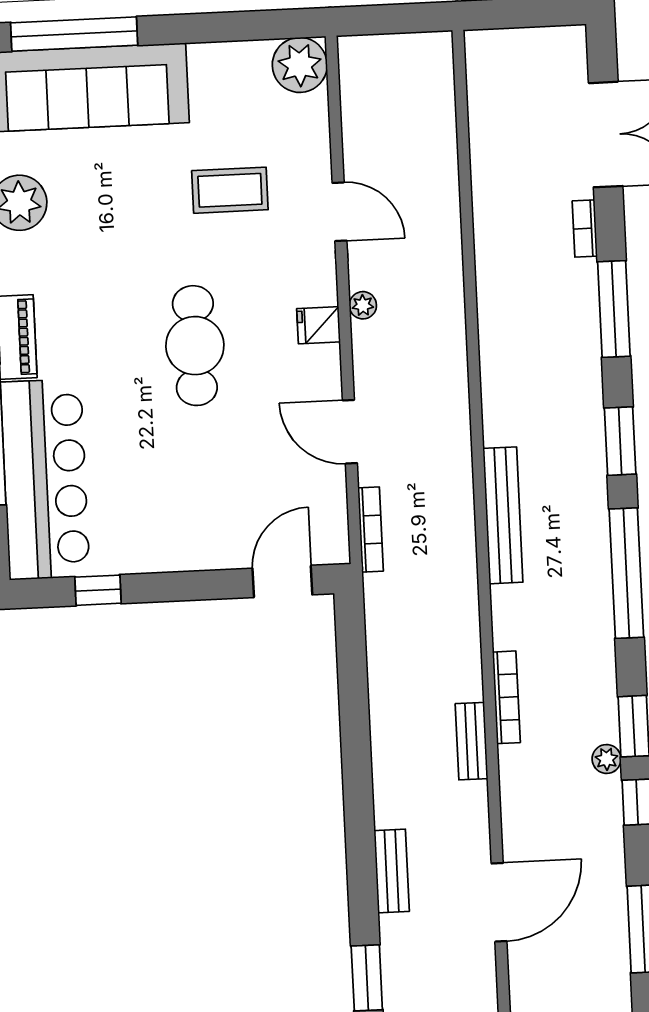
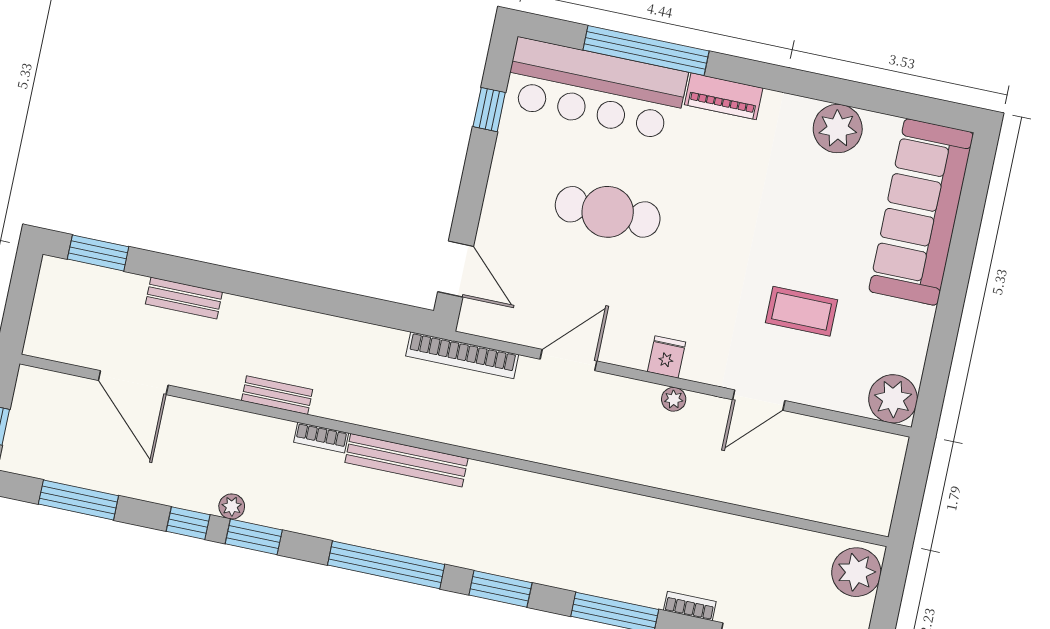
window: (74, 34) -> (970, 213), removed
plant: (500, 56) -> (856, 572), added
coffee table: (230, 190) -> (802, 311), turned 90
cafe table: (195, 346) -> (608, 212), moved
bench: (503, 515) -> (406, 460), moved
bookcase: (371, 530) -> (462, 355), width x1.48, depth x1.31
bookcase: (506, 697) -> (321, 438), width x0.64

